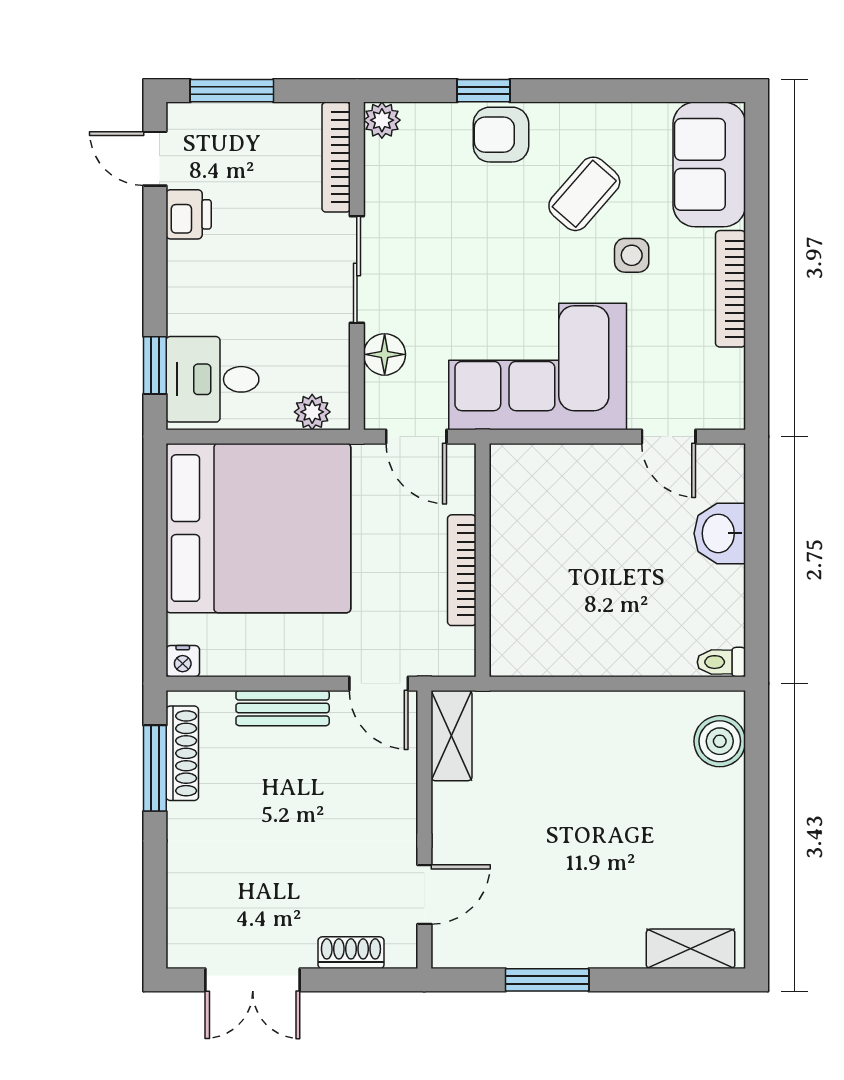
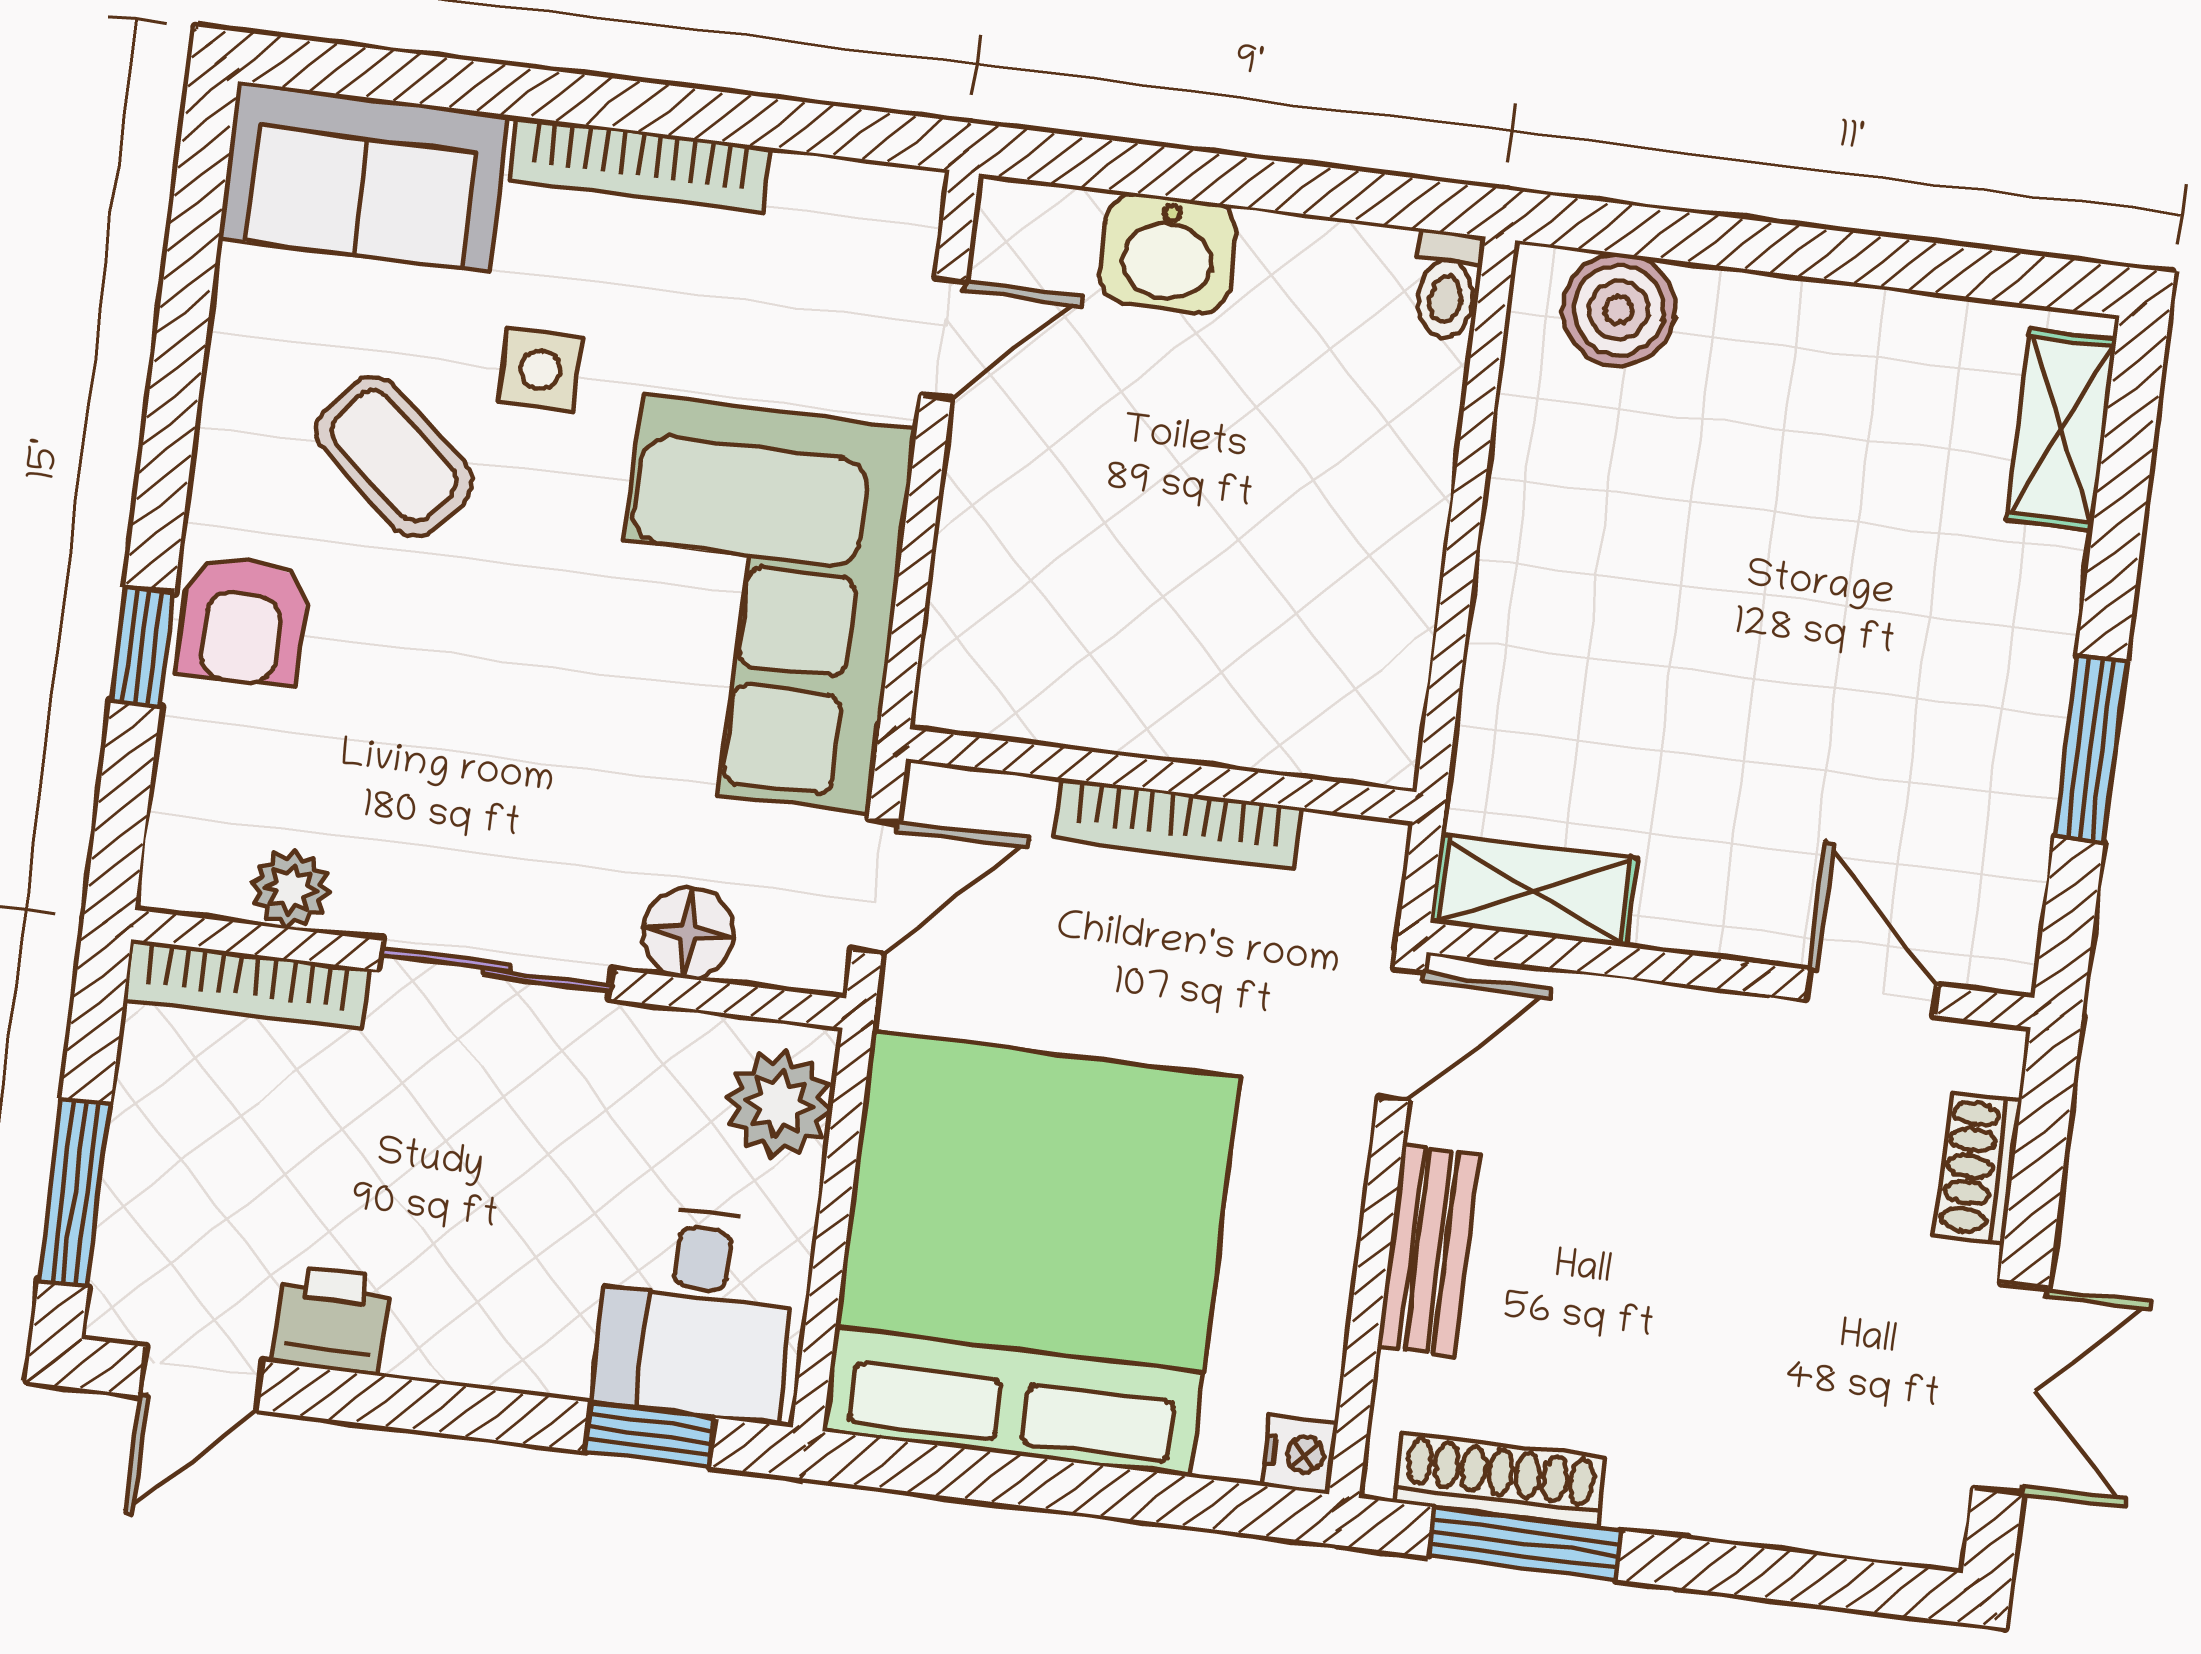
plant: (382, 120) -> (291, 889), moved
plant: (312, 412) -> (779, 1104), width x1.38, depth x1.38

